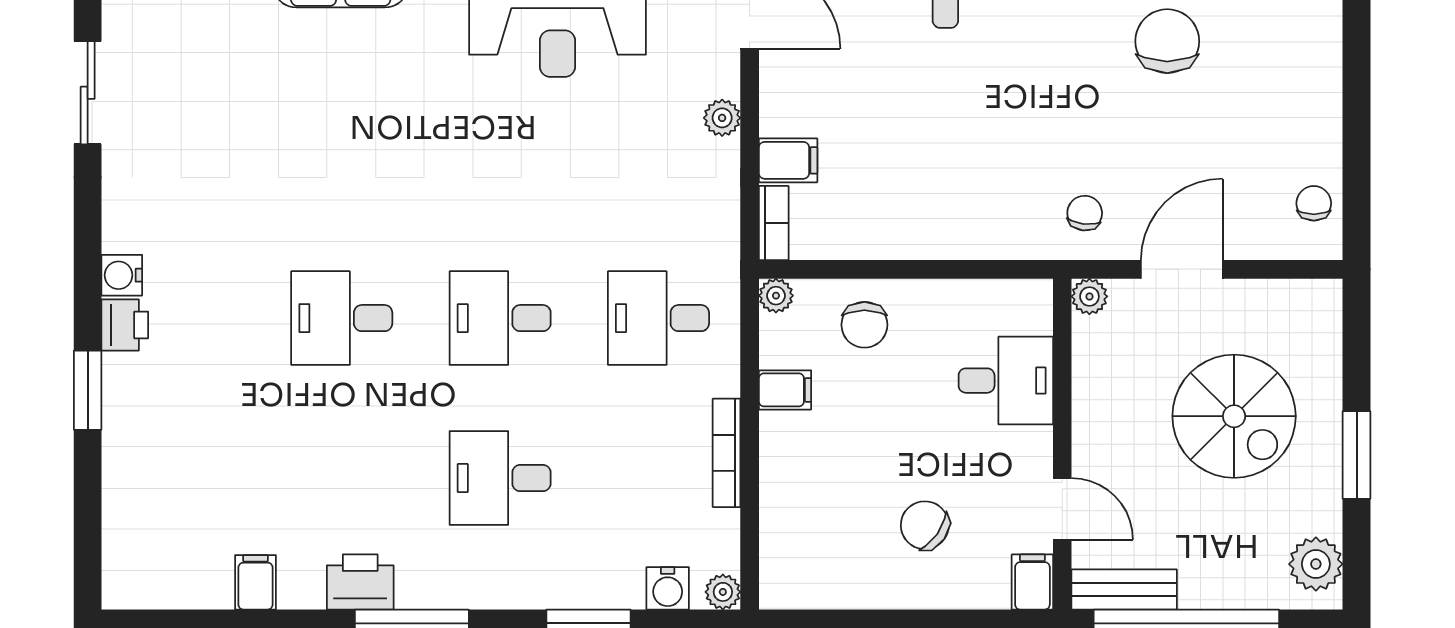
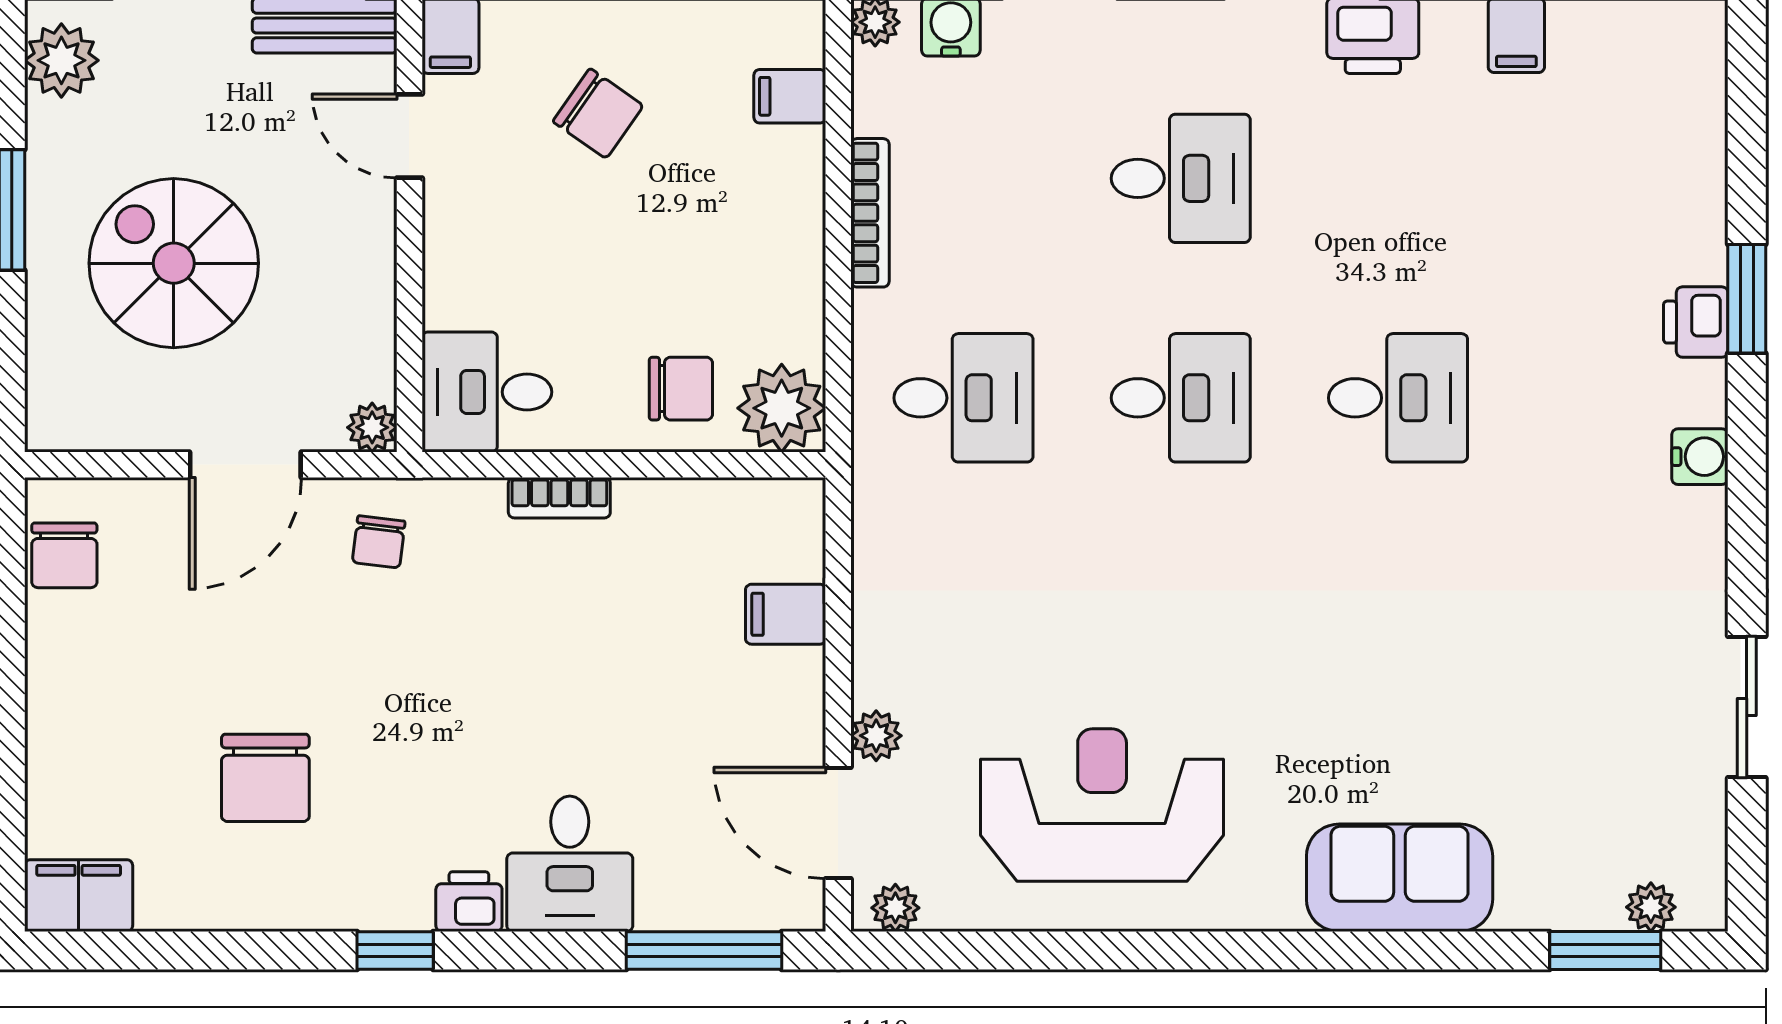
plant: (722, 118) -> (876, 736), moved
chair: (1314, 203) -> (64, 555), width x1.37, depth x1.37
bookcase: (774, 223) -> (559, 498), moved, turned -90
plant: (776, 296) -> (782, 408), width x1.88, depth x1.88
printer: (125, 325) -> (1696, 322), moved
chair: (864, 325) -> (681, 389), turned 90
desk: (1006, 381) -> (487, 392), moved
filing cabinet: (785, 390) -> (790, 96), moved

